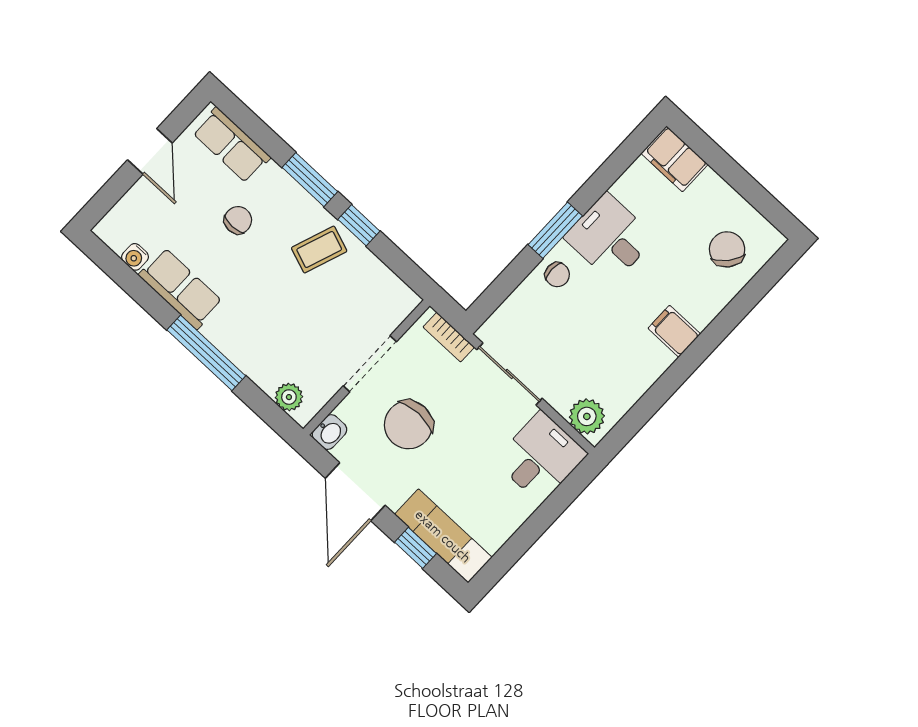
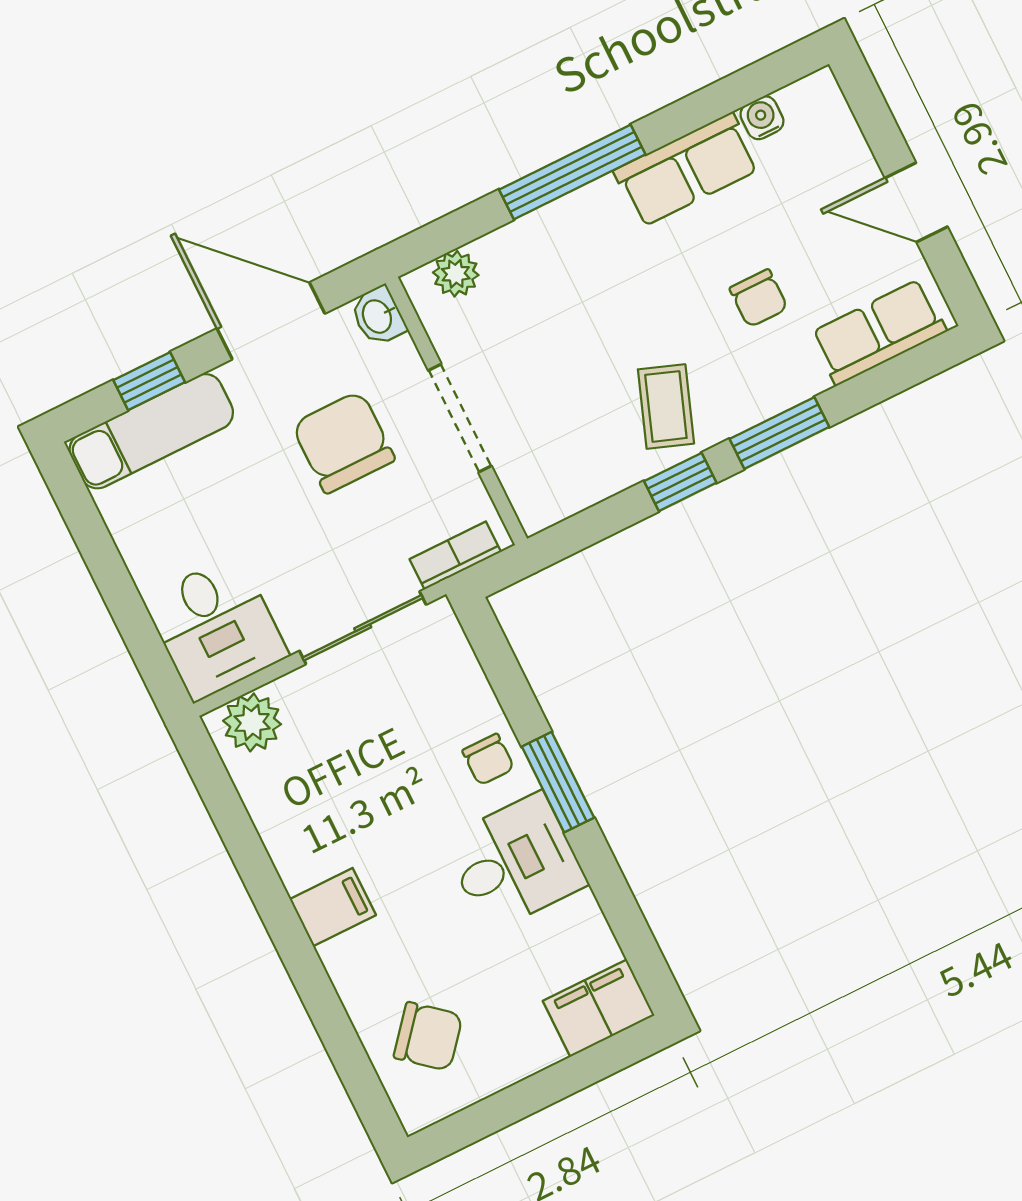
chair: (557, 275) -> (488, 759), turned -90

